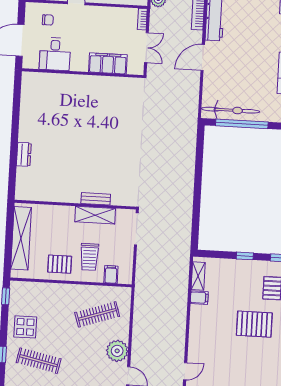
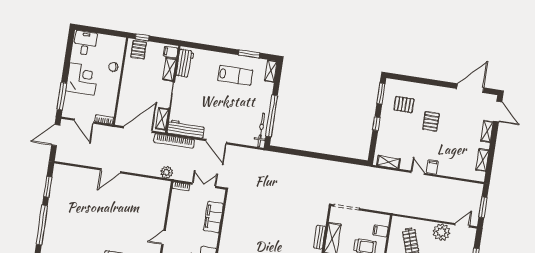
bicycle: (230, 110) -> (261, 130), width x0.73, depth x0.71
filing cabinet: (199, 298) -> (432, 167), moved
pallet: (254, 324) -> (431, 121), width x0.67, depth x0.71
door: (185, 371) -> (418, 173), moved

